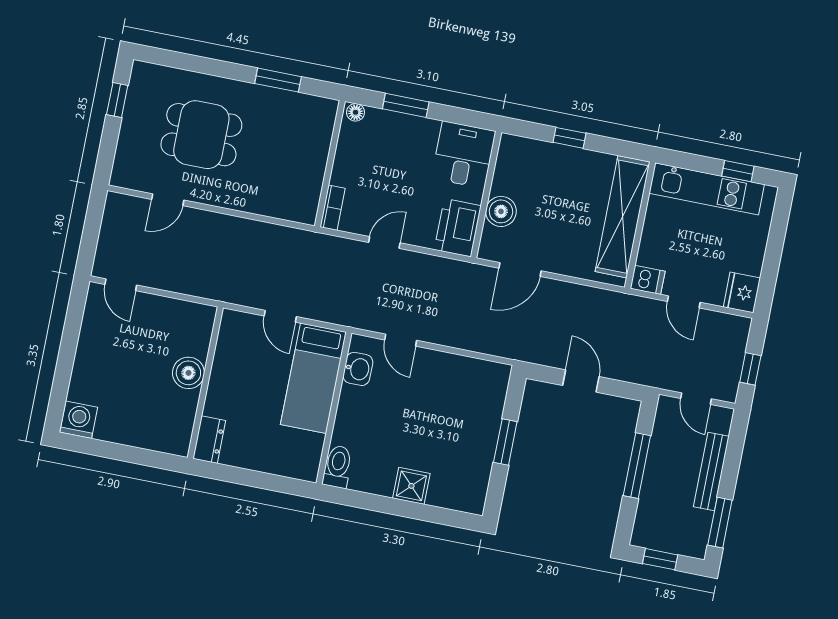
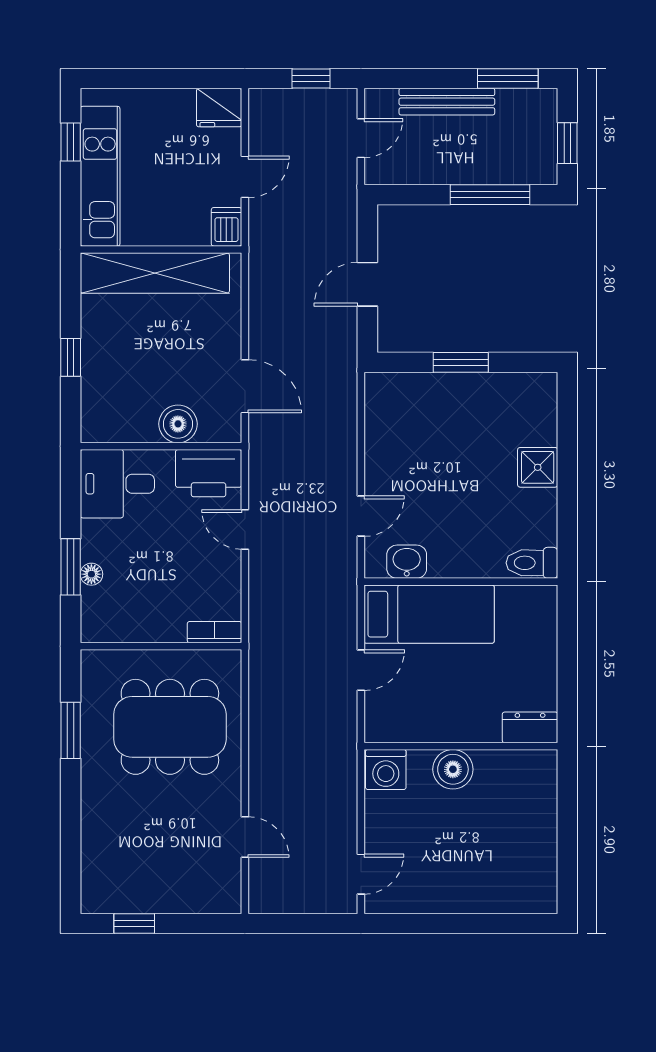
floor lamp: (356, 112) -> (91, 574), moved
dining table: (201, 135) -> (170, 727), moved, width x1.38
door: (384, 243) -> (245, 529), moved
washing machine: (79, 420) -> (386, 770), moved, turned -90
window: (637, 466) -> (490, 195), moved

